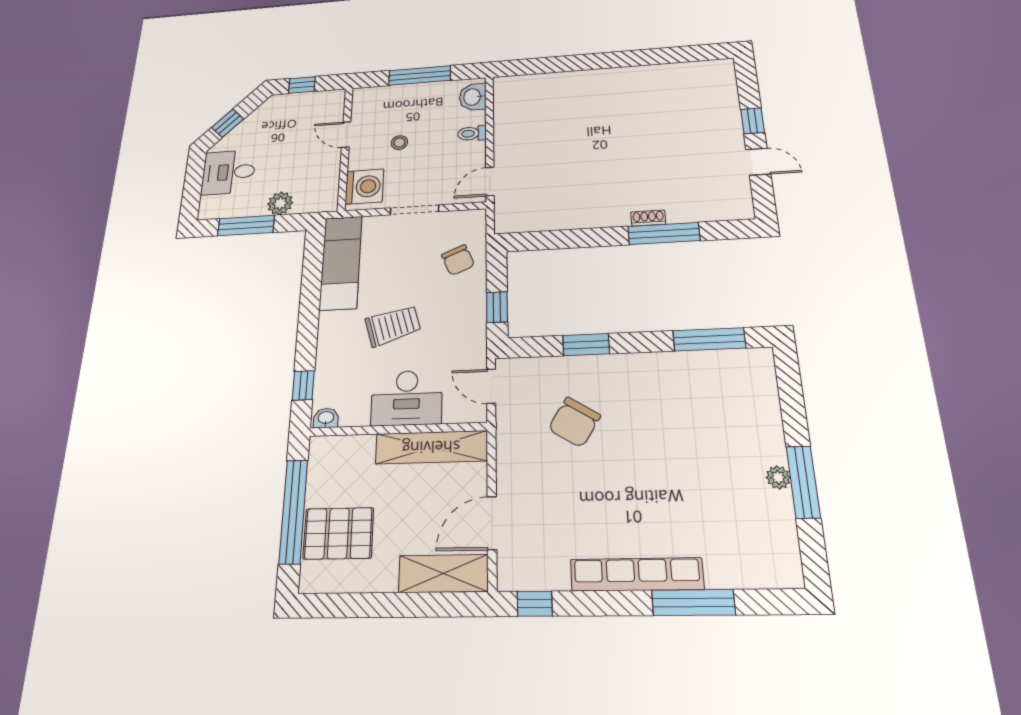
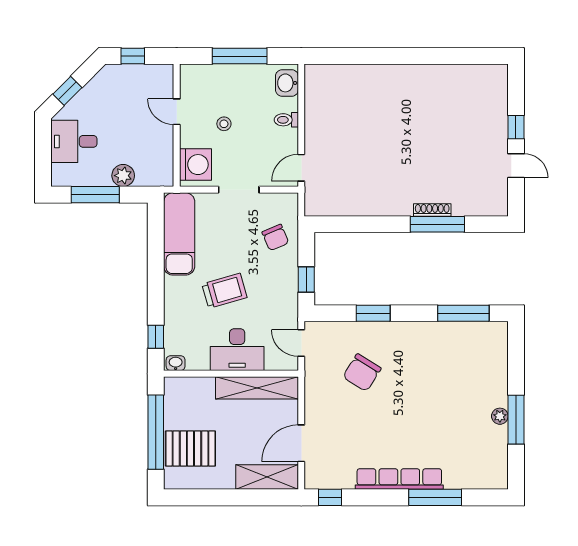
shoe rack: (648, 218) -> (432, 210), width x1.43

